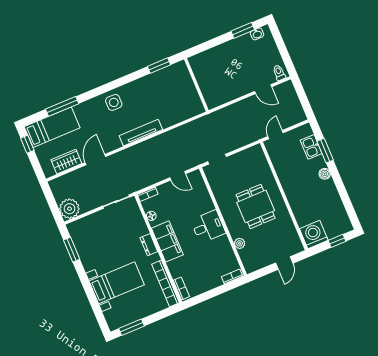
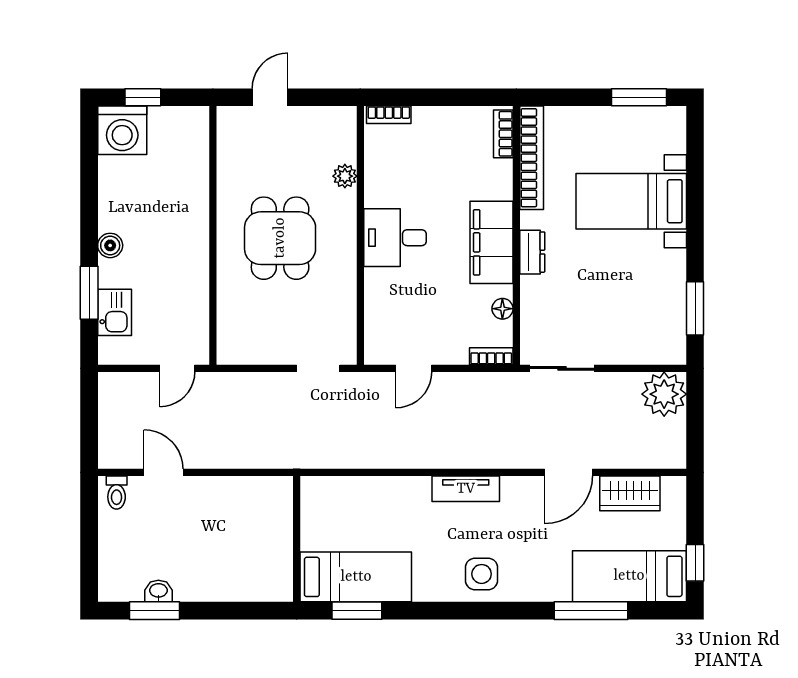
washbasin: (257, 34) -> (158, 591), moved
bed: (165, 79) -> (356, 577), added
tv unit: (141, 133) -> (466, 489), width x0.71
door: (178, 176) -> (414, 368), swing flipped
washing machine: (314, 235) -> (122, 130), moved

